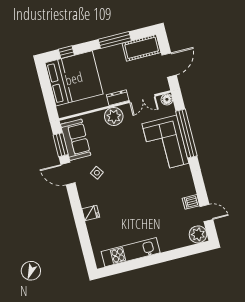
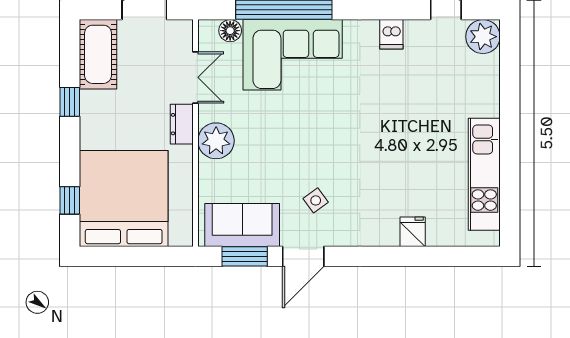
window: (115, 40) -> (70, 102), width x0.46
floor lamp: (167, 99) -> (230, 31), moved
dishwasher: (191, 202) -> (391, 34), moved
fridge: (91, 213) -> (413, 232), moved

